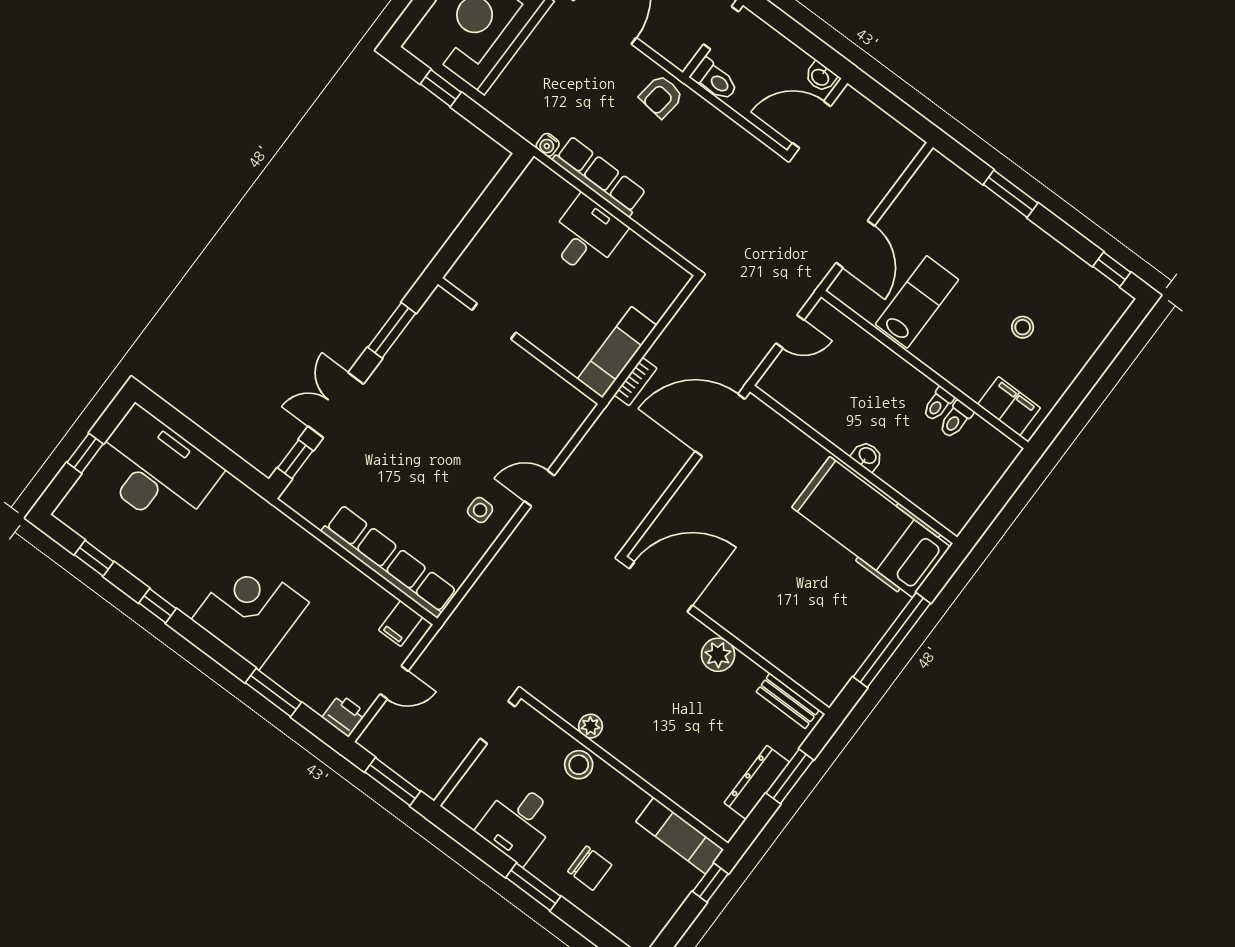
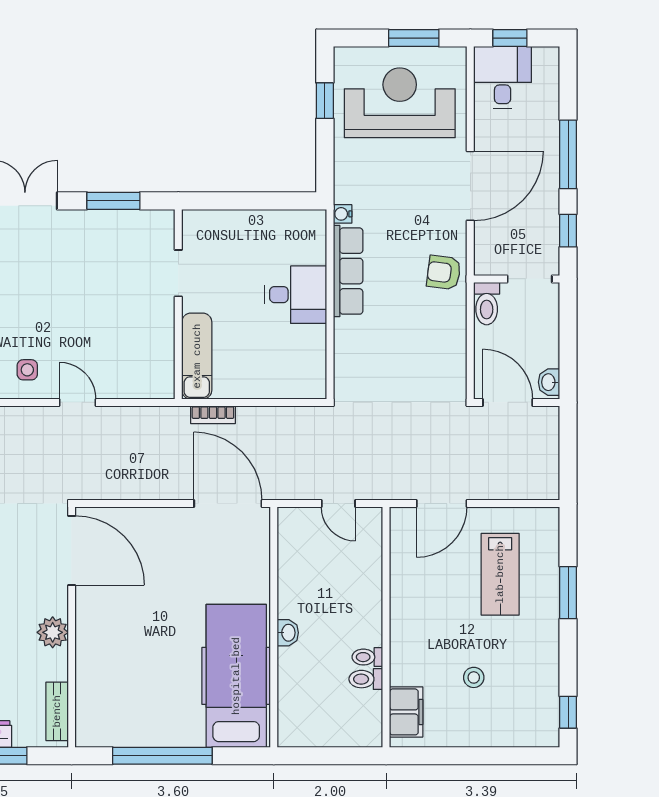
lab bench: (917, 302) -> (500, 574), moved, turned 90
exam couch: (617, 352) -> (197, 356), moved, turned 90

